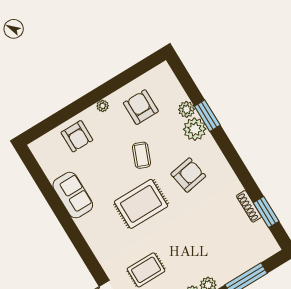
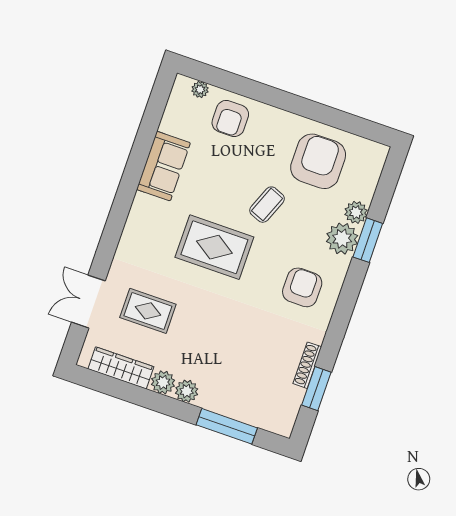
plant: (103, 106) -> (200, 89), moved
armchair: (141, 107) -> (318, 161), width x1.36, depth x1.36
armchair: (188, 175) -> (302, 287), moved, turned -80

